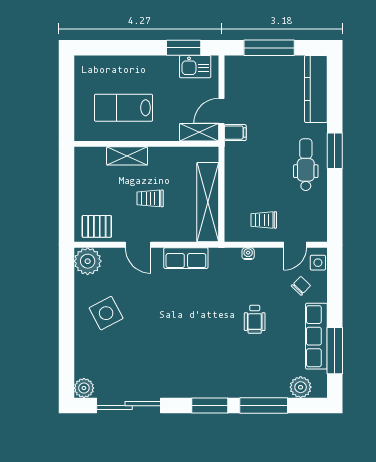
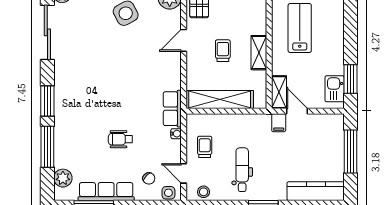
shelving: (127, 156) -> (259, 53), moved
dental chair: (306, 165) -> (242, 170), moved, turned -90
stool: (317, 221) -> (204, 192), added
row of seats: (186, 258) -> (172, 109), moved

